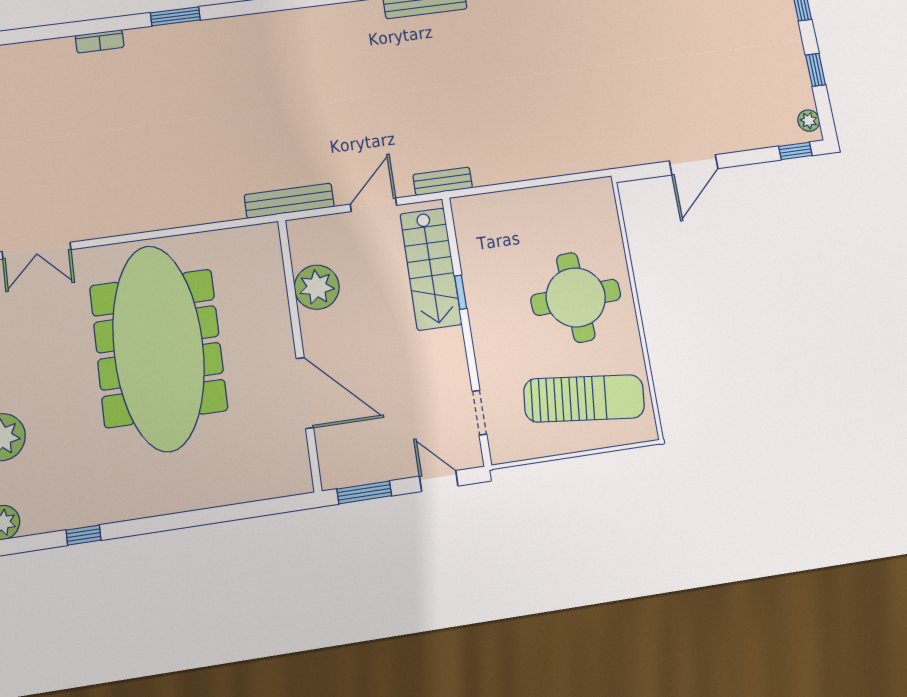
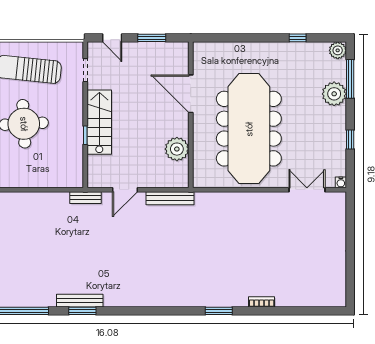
stairs: (431, 269) -> (99, 122), moved
plant: (317, 287) -> (177, 149), moved
wall: (300, 354) -> (191, 115), moved
door: (305, 393) -> (191, 94), moved

